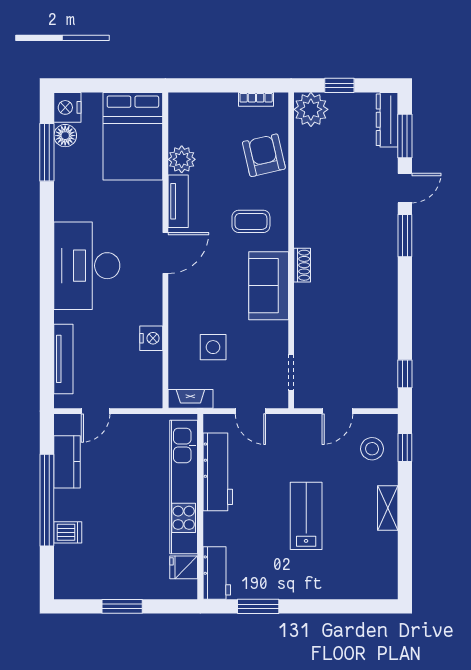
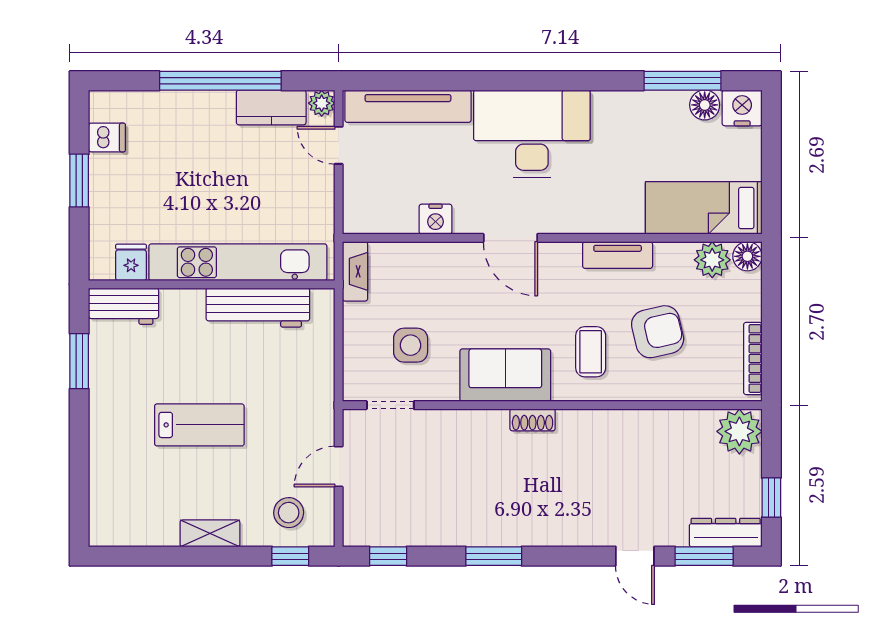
window: (339, 85) -> (771, 498), moved
bookcase: (256, 99) -> (753, 359), width x1.56
floor lamp: (179, 103) -> (747, 256), added
bed: (133, 136) -> (704, 208), width x0.67
armchair: (264, 155) -> (658, 332), moved
plant: (182, 159) -> (712, 260), moved
window: (405, 236) -> (494, 556), moved
door: (165, 253) -> (510, 238), moved
side table: (213, 347) -> (411, 345), moved
tv unit: (63, 359) -> (408, 106), width x1.36, depth x1.29
door: (250, 411) -> (339, 351), removed
door: (337, 411) -> (339, 467), hinge flipped
plant: (64, 424) -> (322, 103), added
dishwasher: (68, 532) -> (107, 137), moved, turned -90

